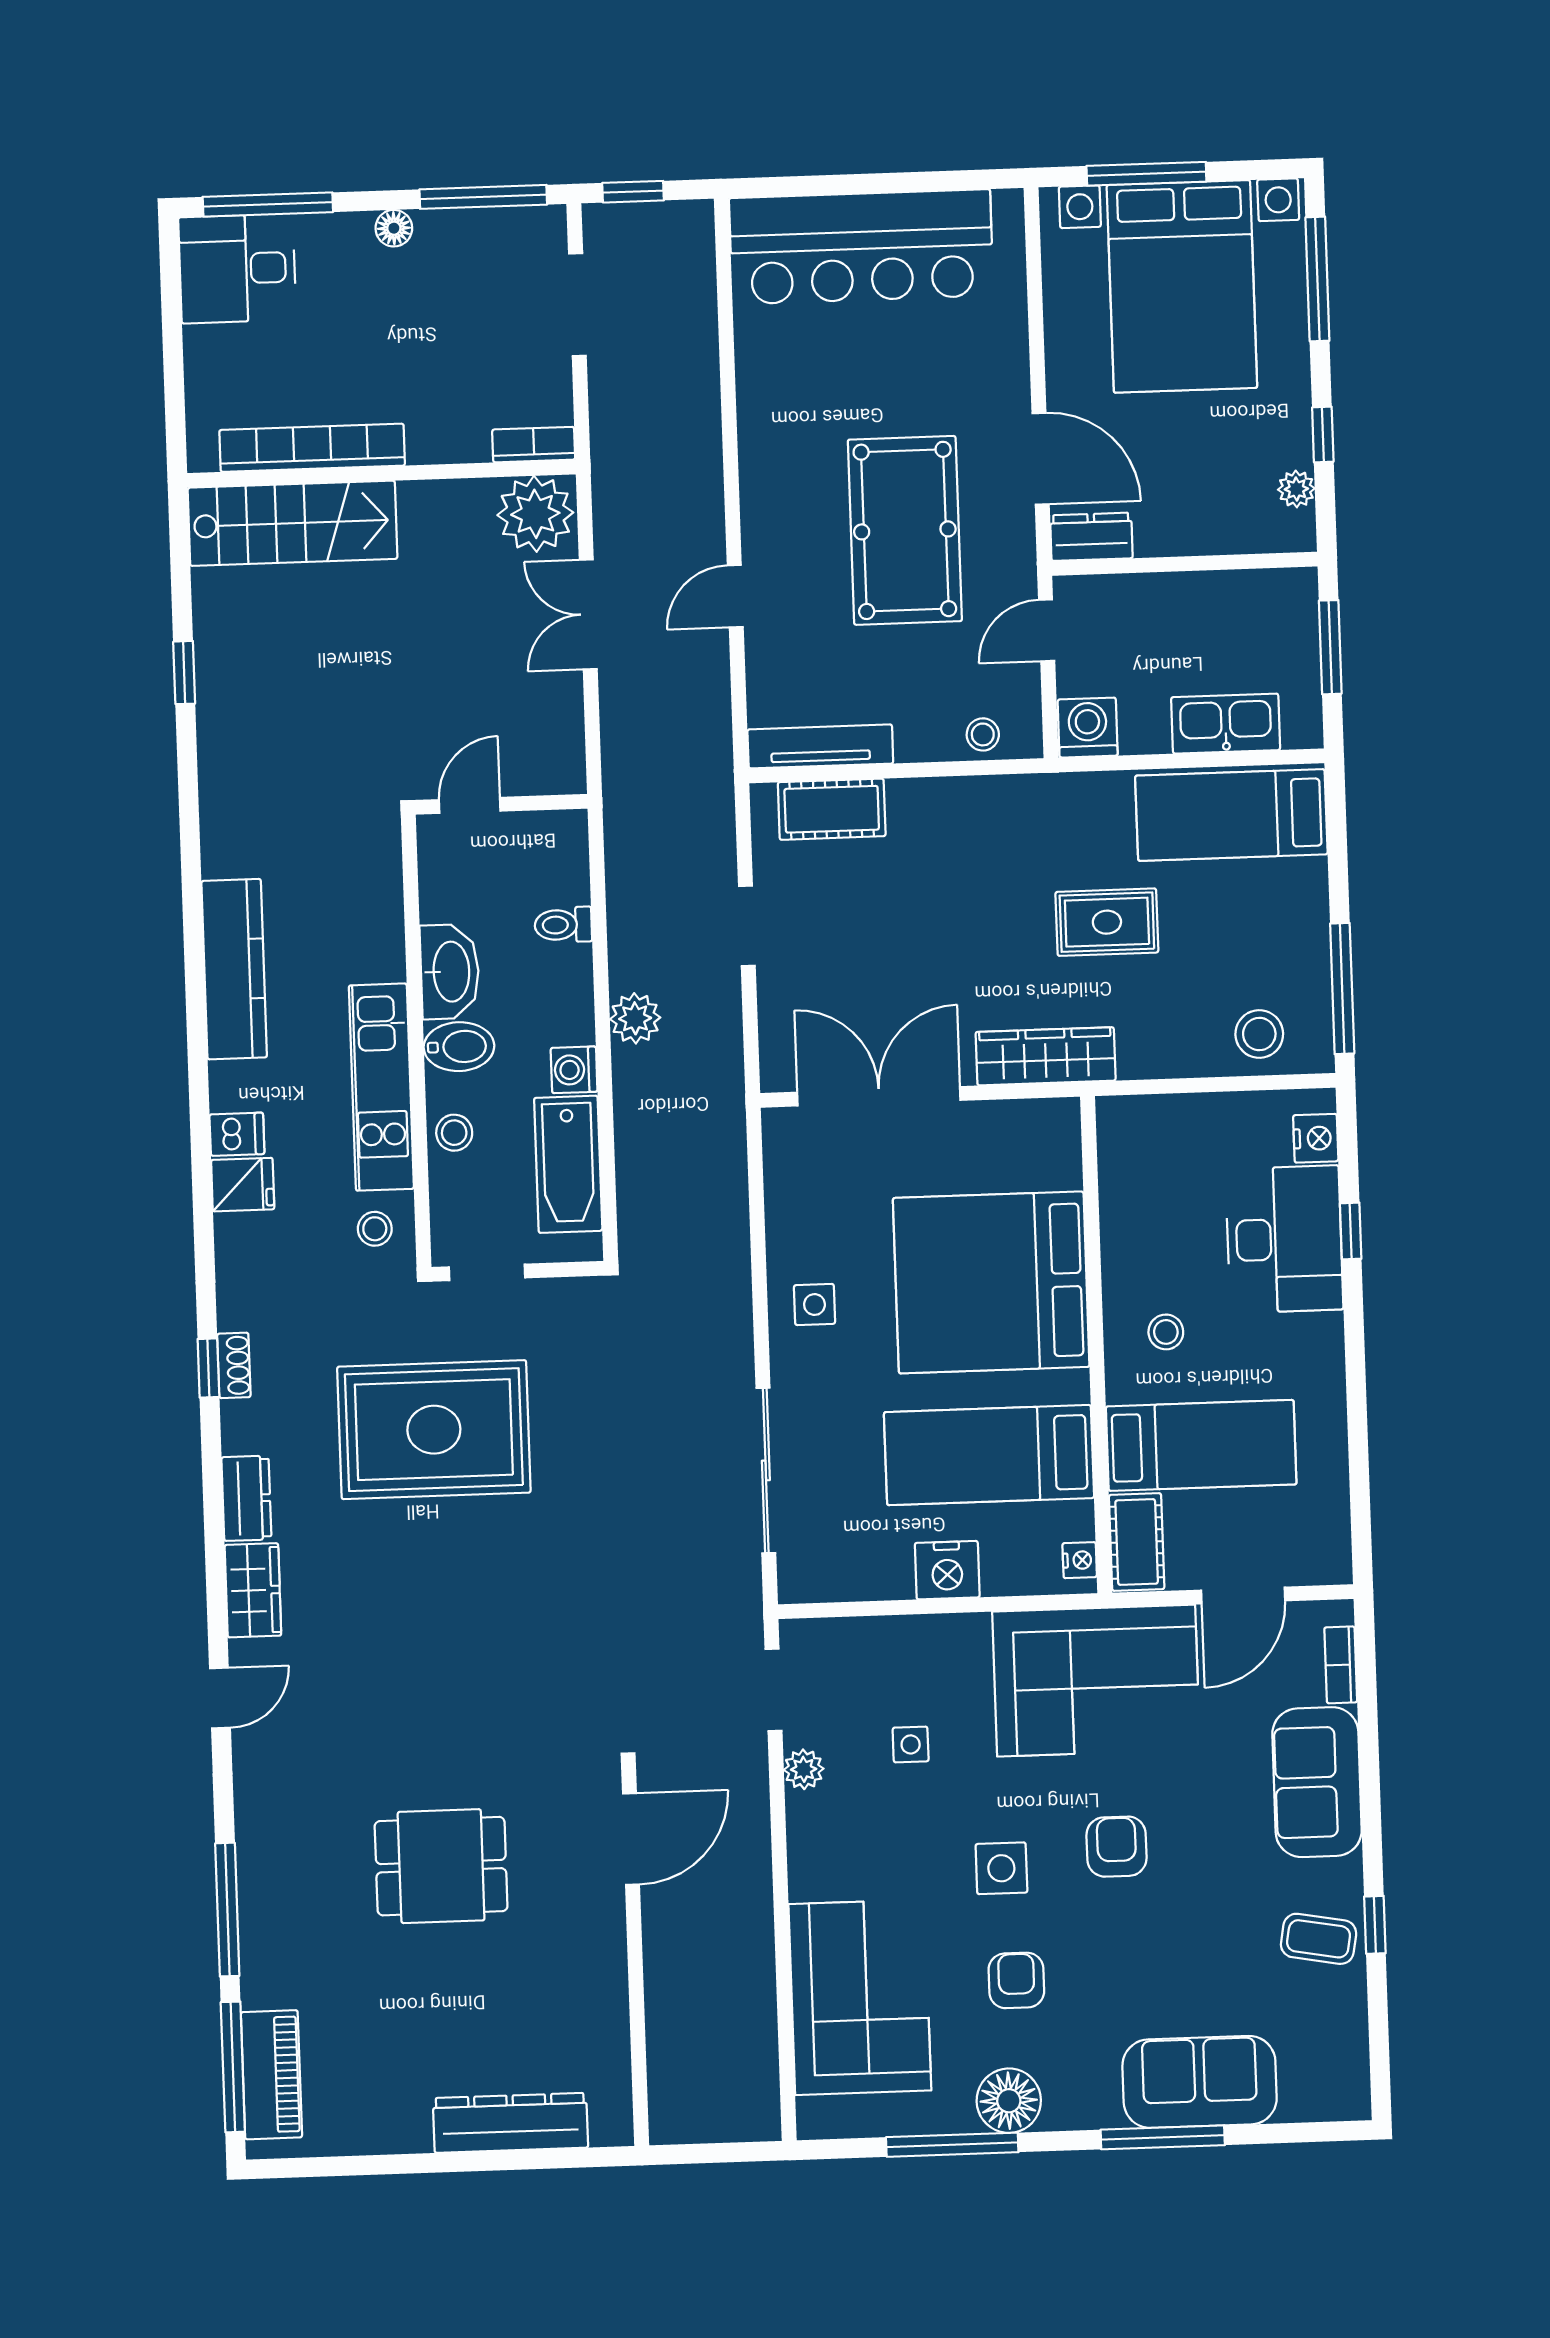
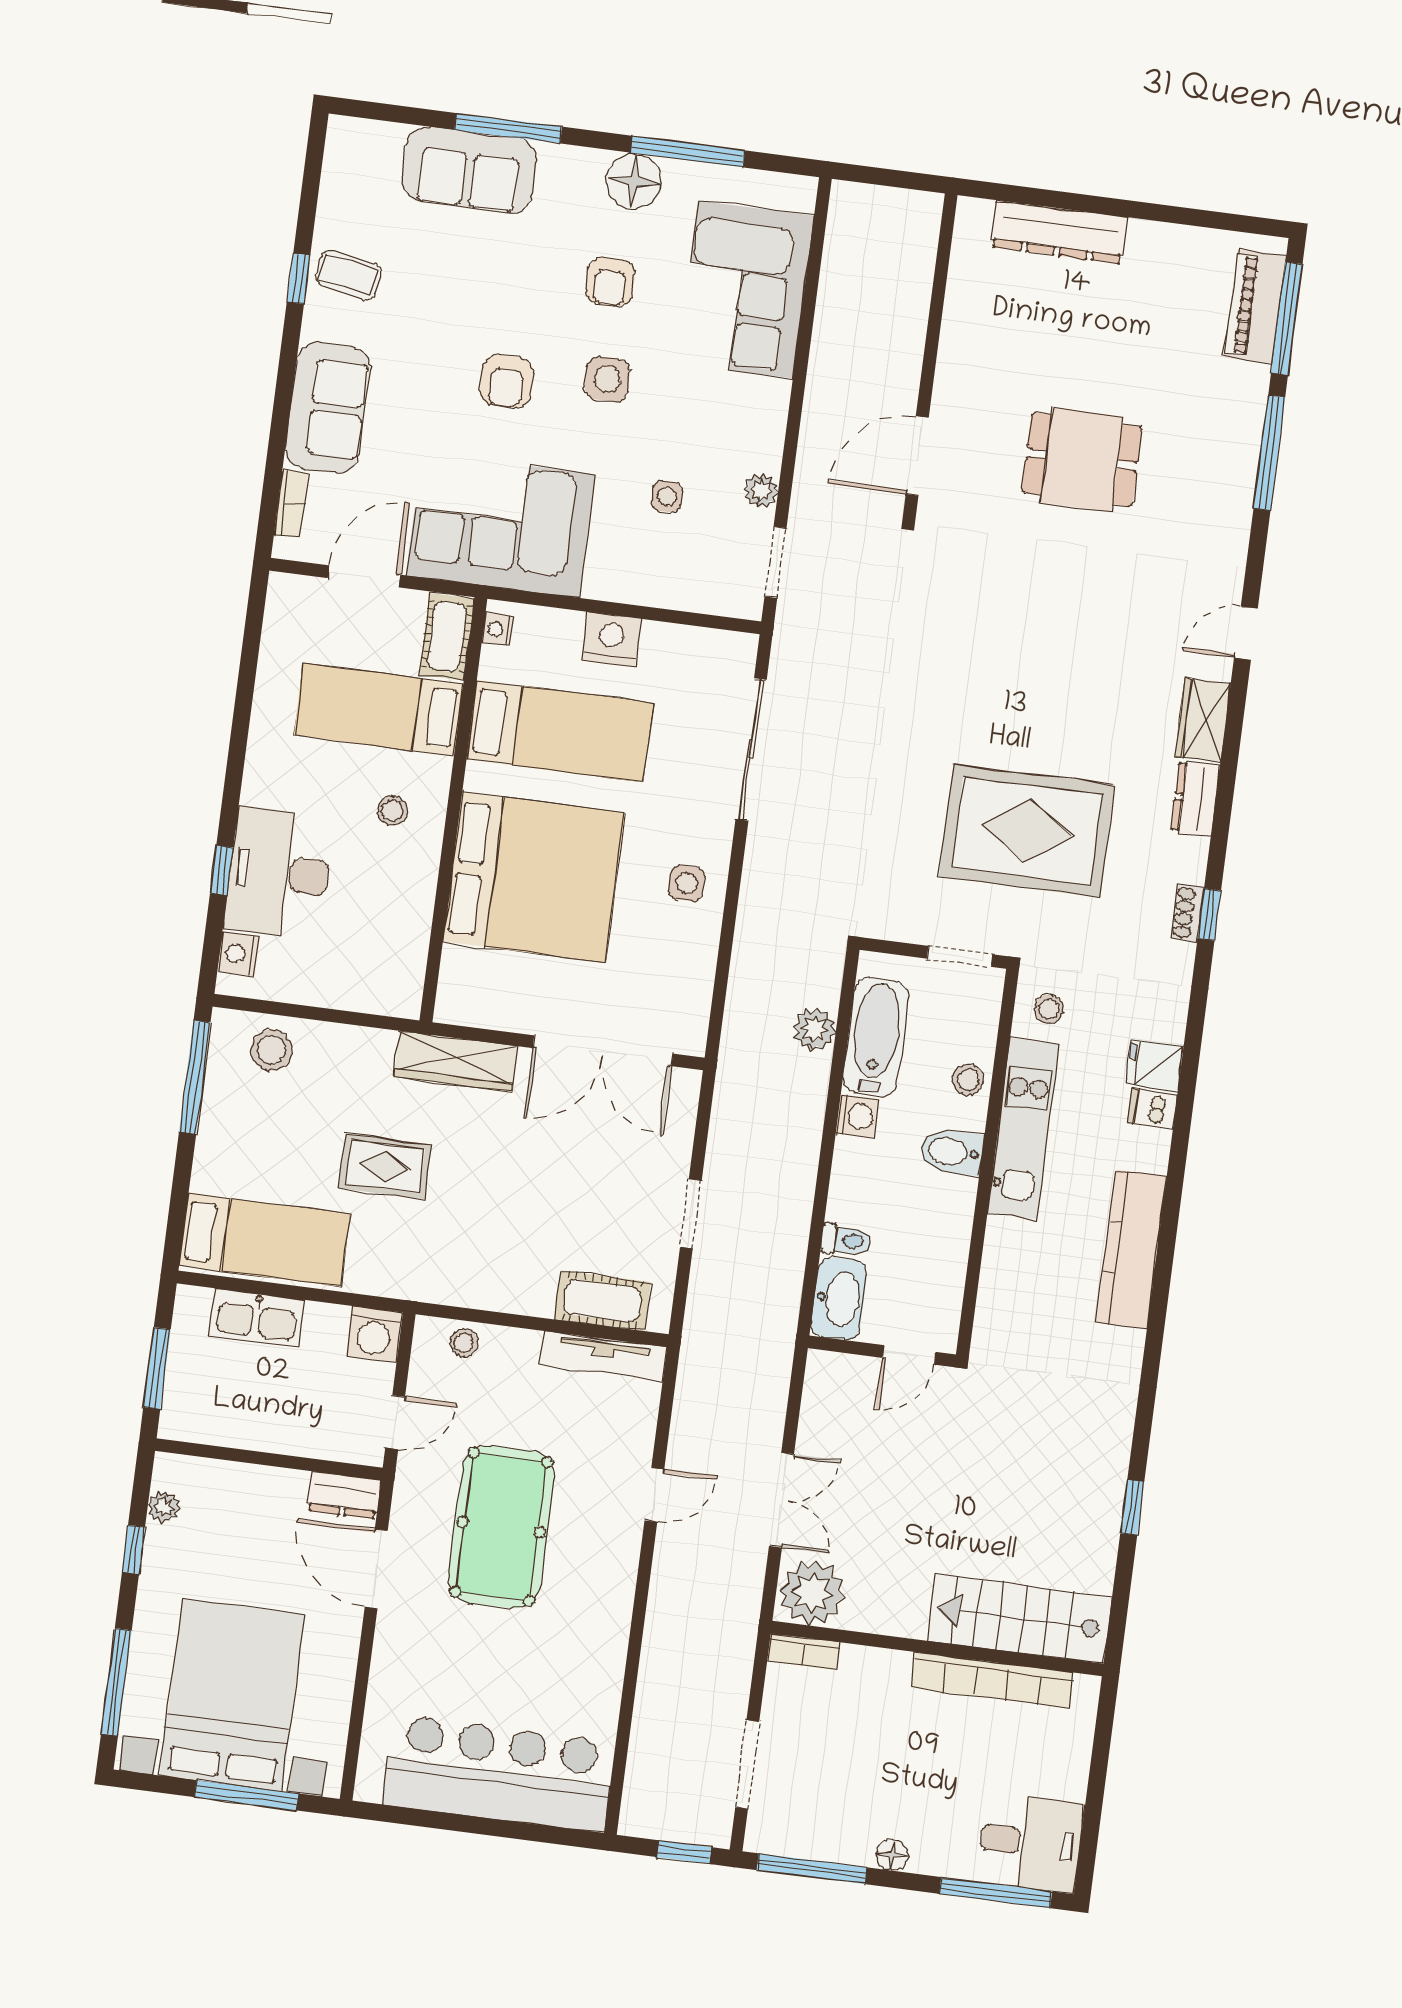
washbasin: (450, 972) -> (839, 1299), moved, turned 180
plant: (635, 1018) -> (814, 1029), moved

